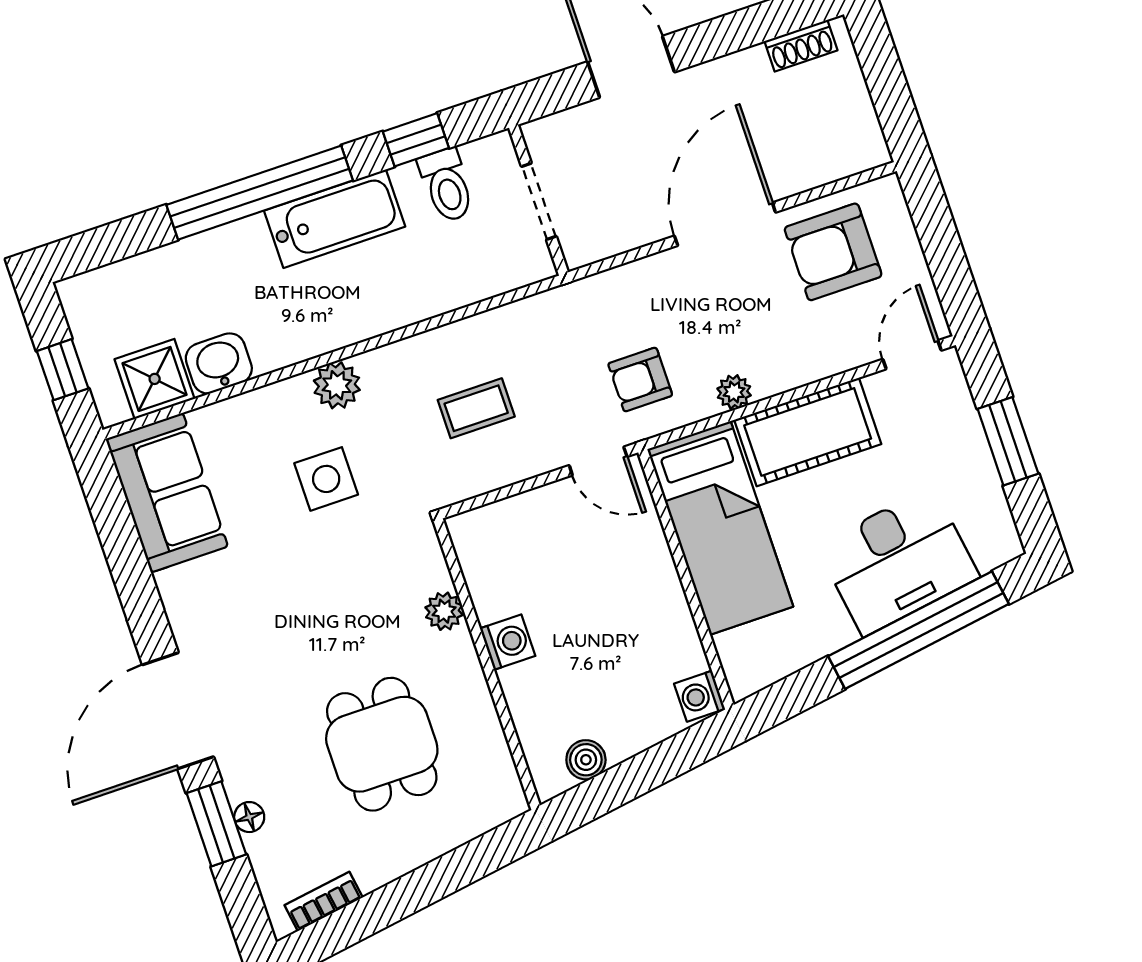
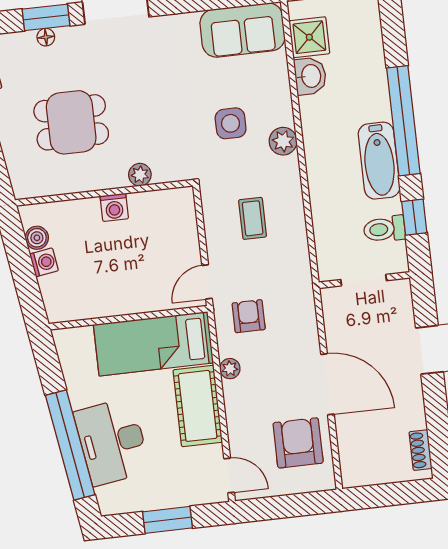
washing machine: (700, 696) -> (44, 262), moved, turned 81

